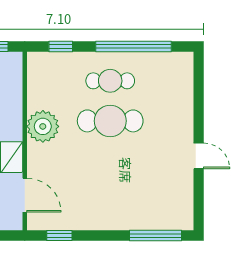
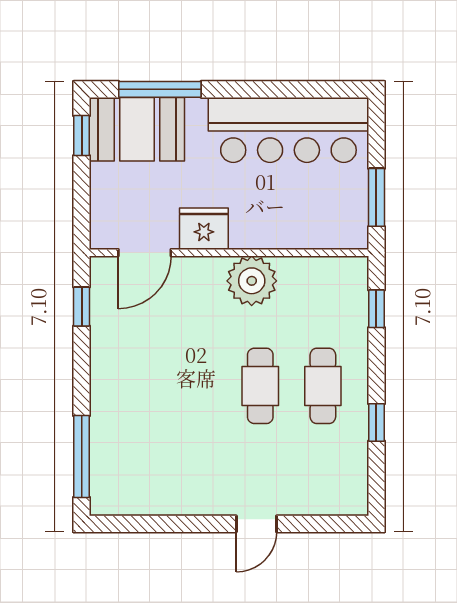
window: (134, 46) -> (376, 422), width x0.32
cafe table: (110, 121) -> (260, 386), width x0.73, depth x0.74
door: (199, 156) -> (256, 524), moved

